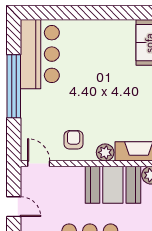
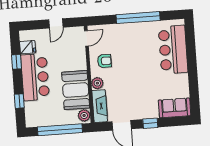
bar counter: (40, 54) -> (173, 50), moved, turned 90

